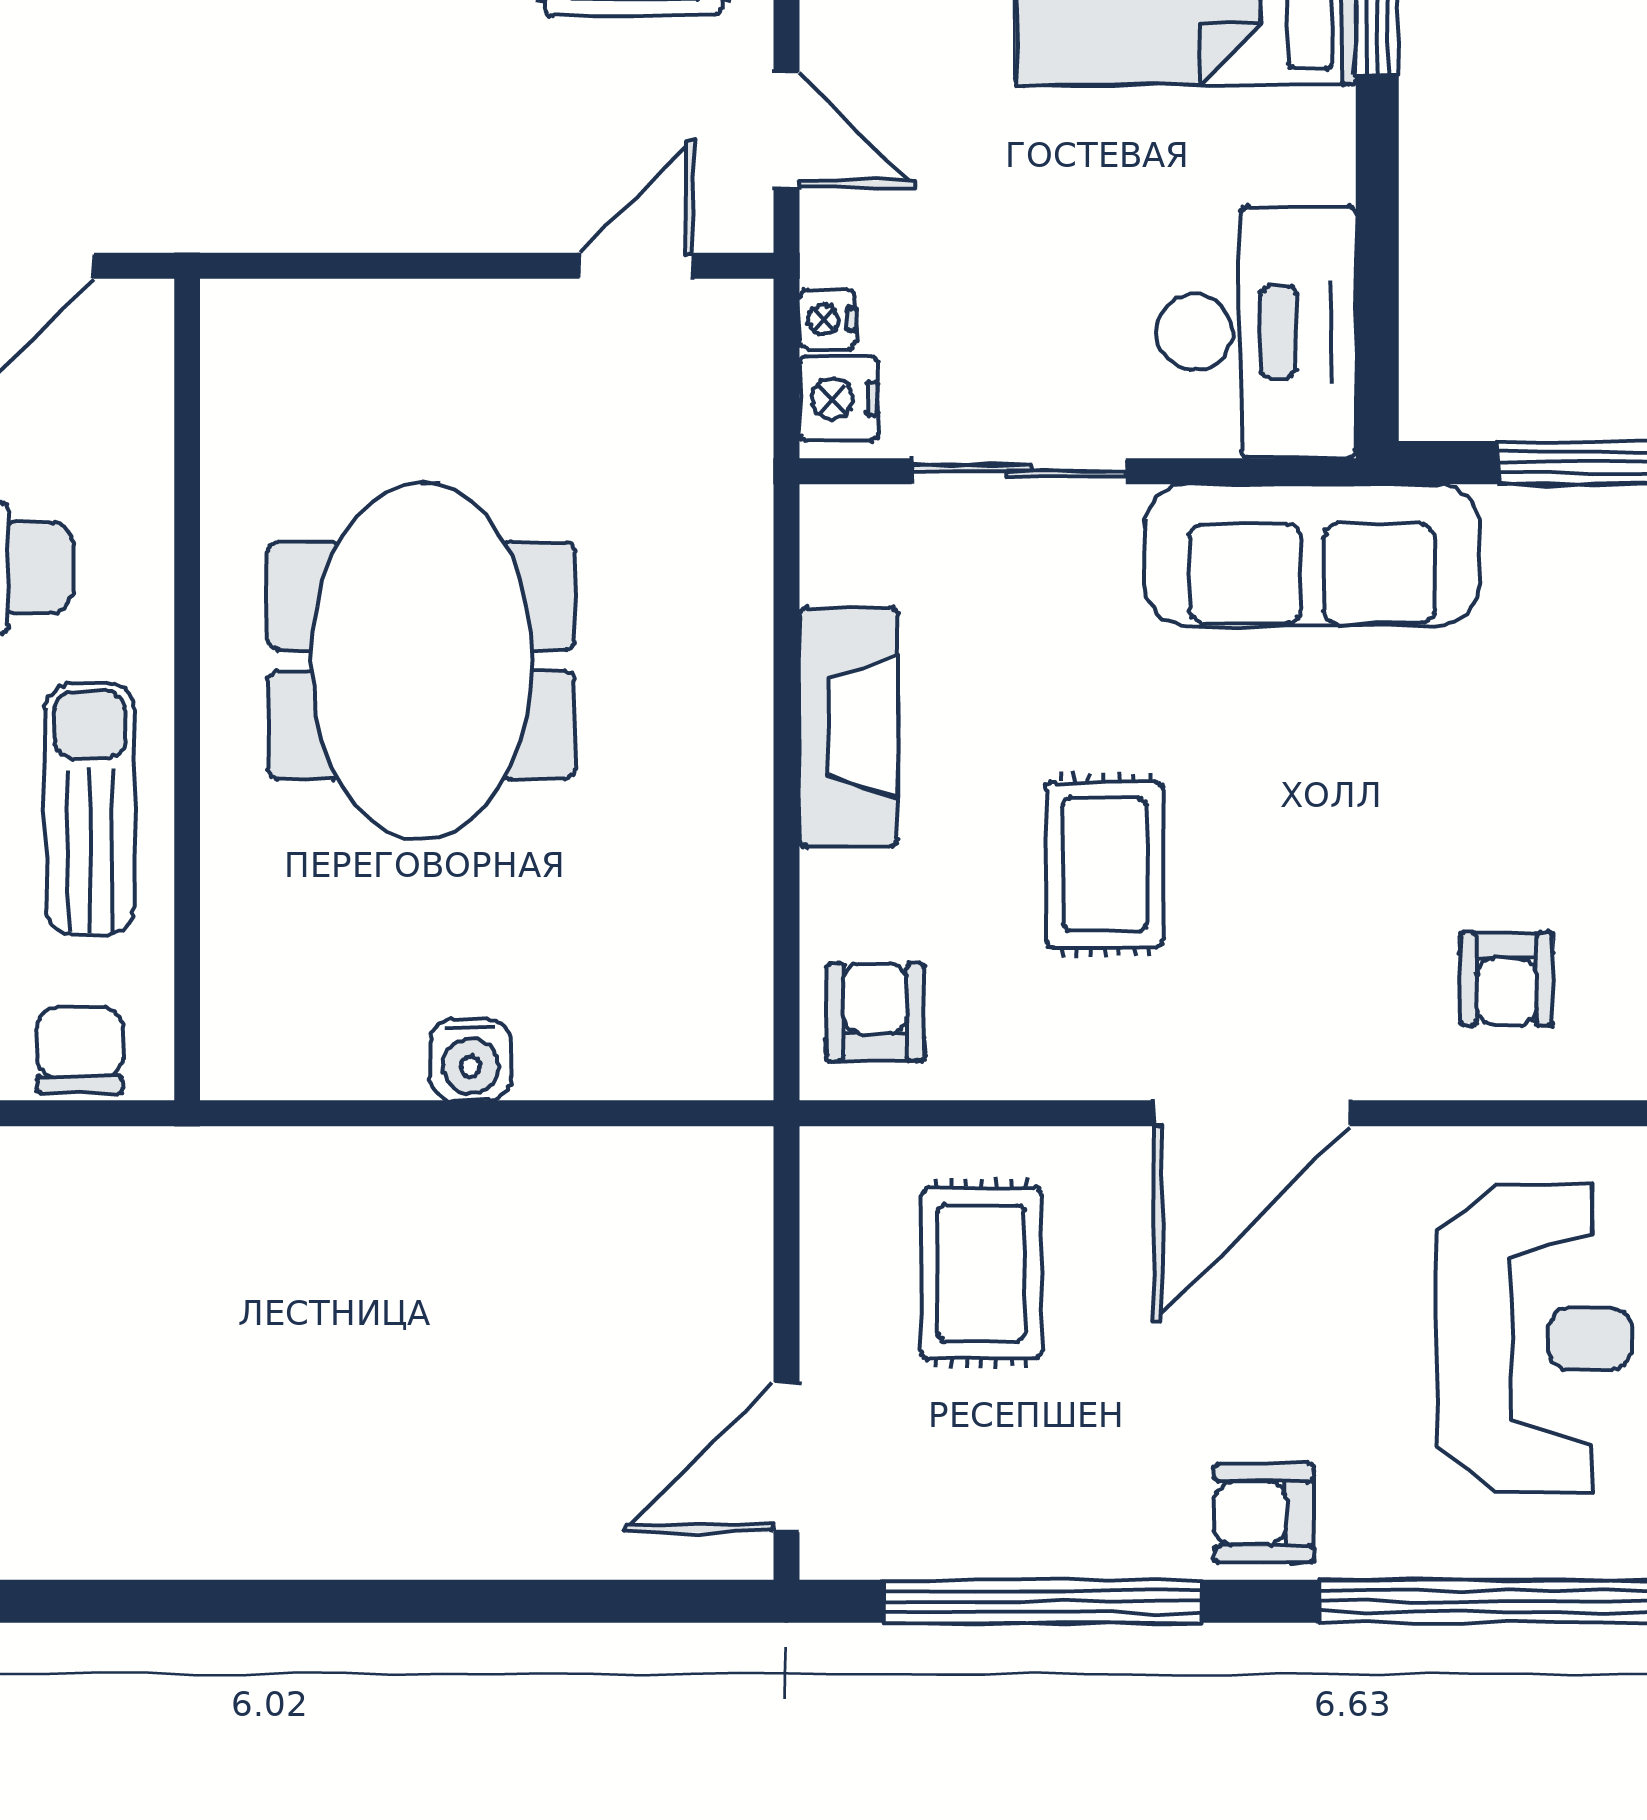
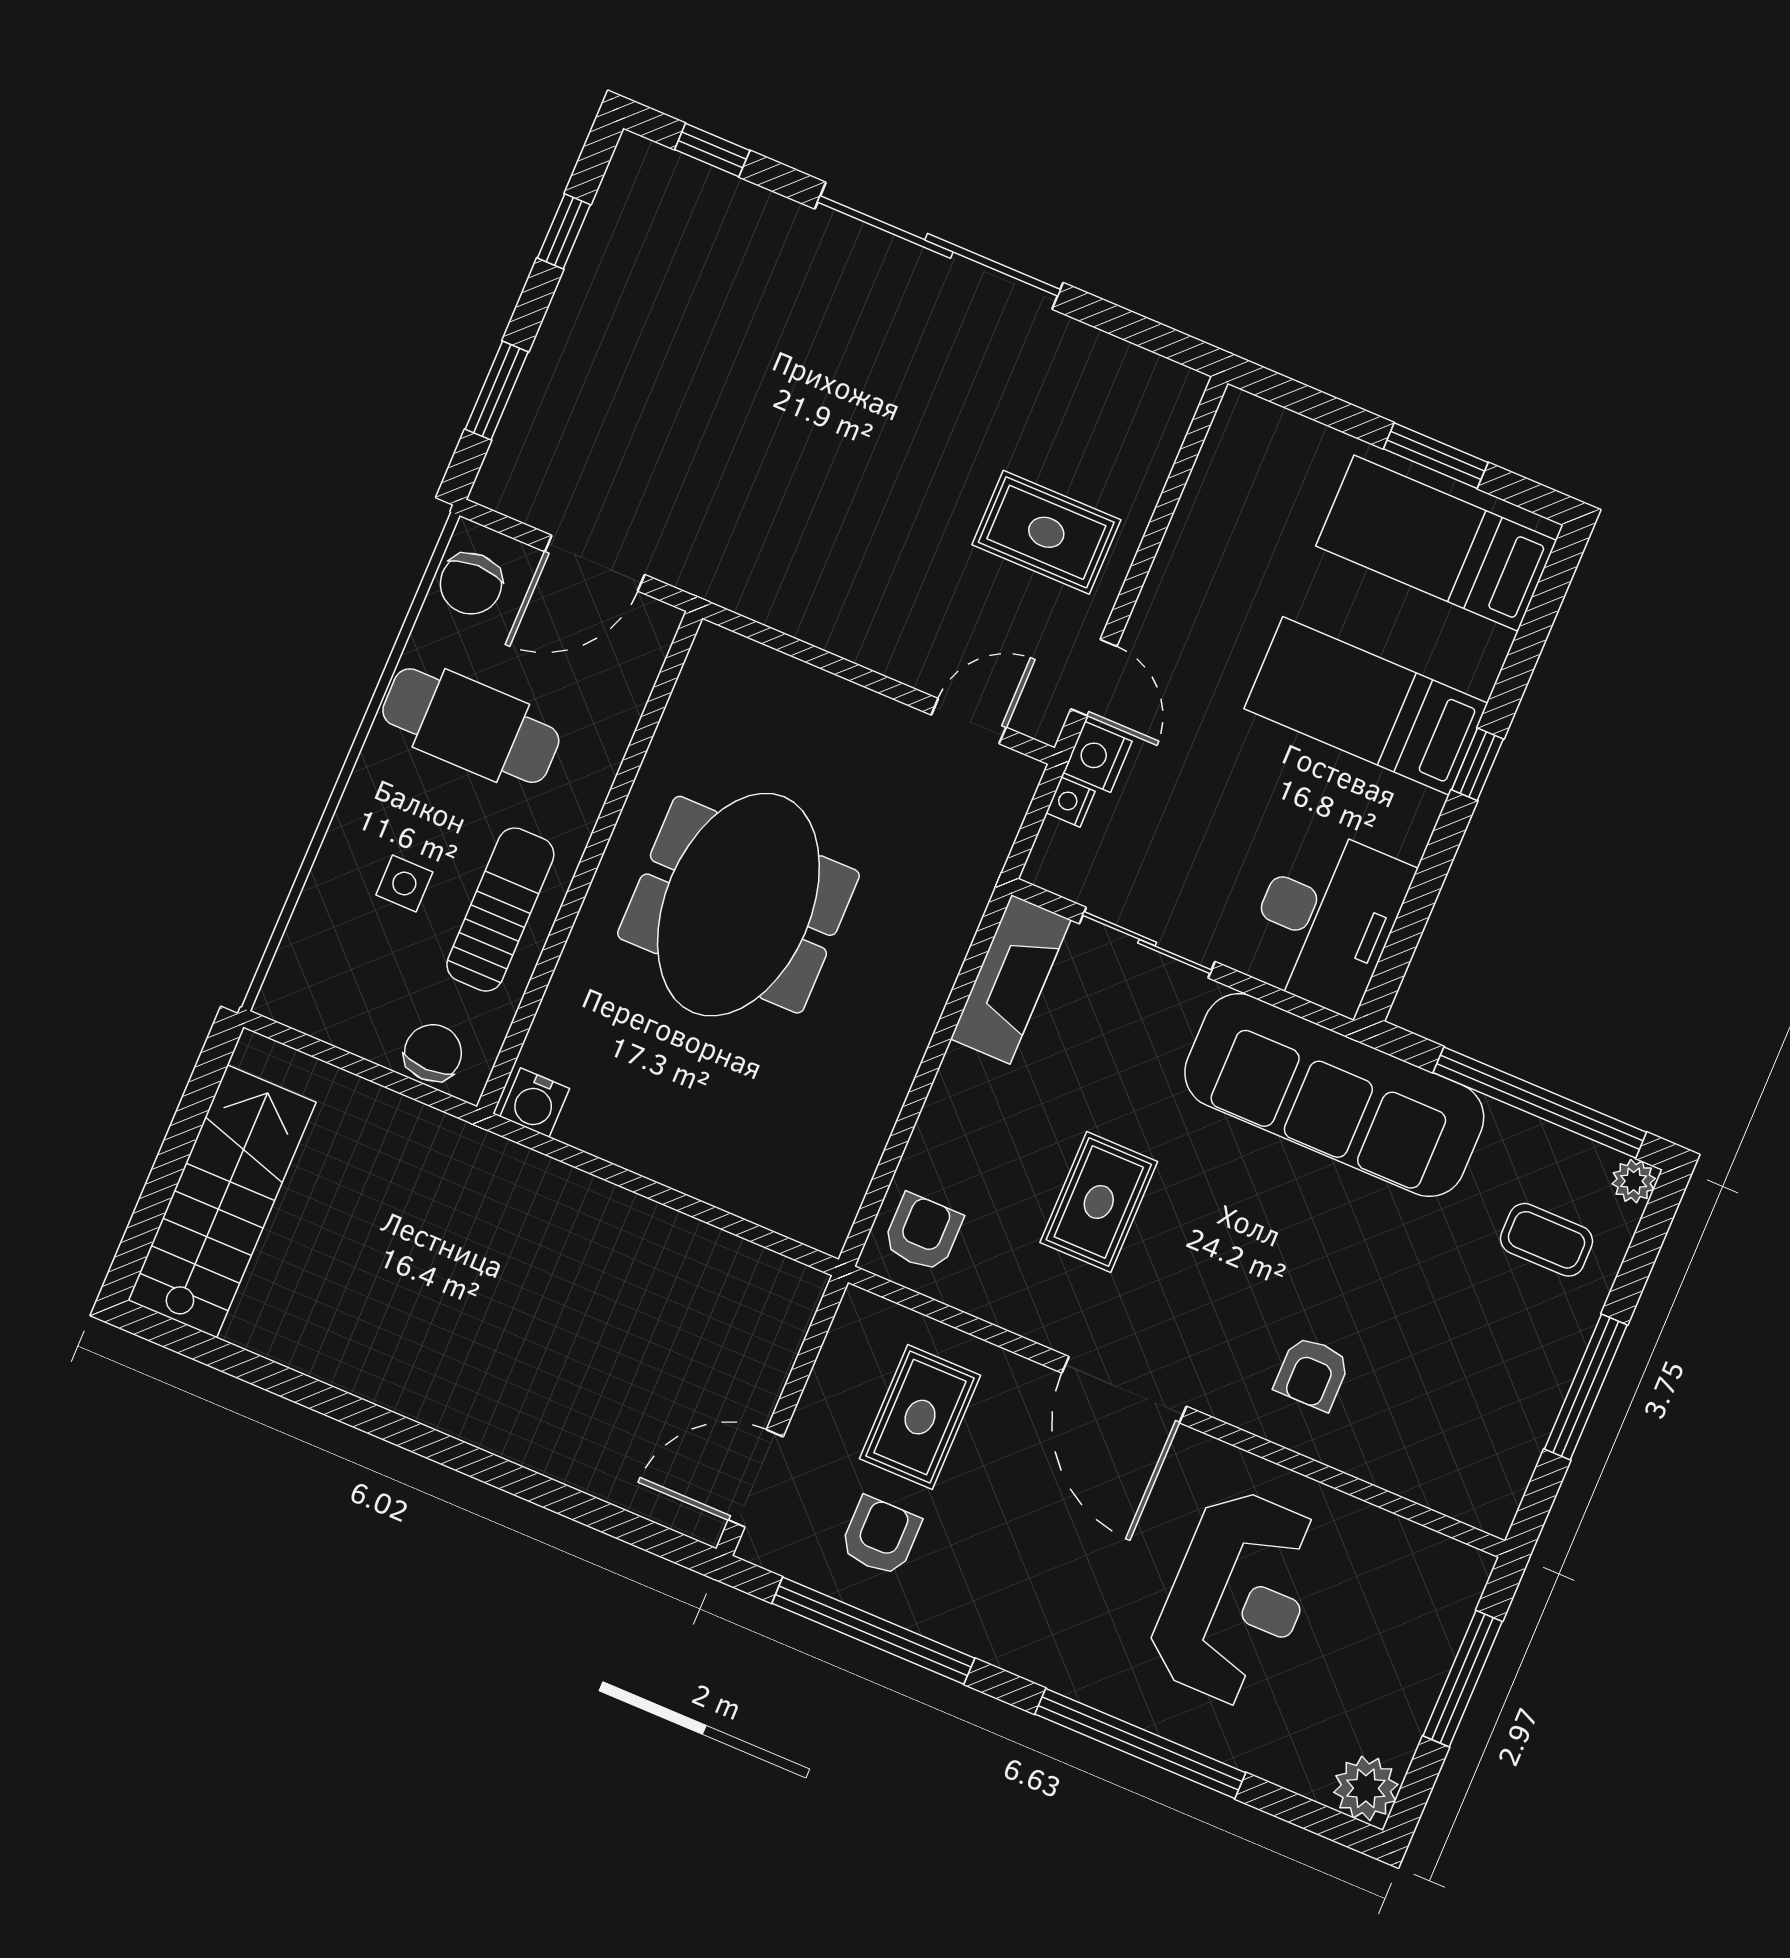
nightstand: (839, 399) -> (1097, 757), moved
sofa: (1312, 555) -> (1334, 1095), width x1.36, depth x1.27
fireplace: (849, 727) -> (1011, 979), moved
water cooler: (470, 1060) -> (535, 1103), moved
door: (1252, 1113) -> (1124, 1390), hinge flipped
armchair: (1264, 1513) -> (880, 1536), moved, turned 90

